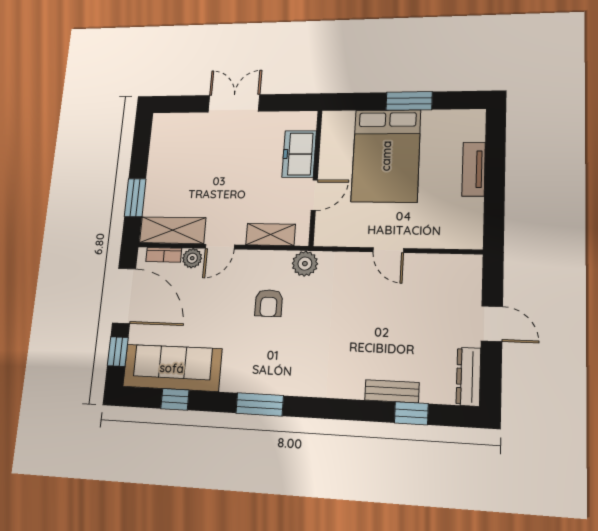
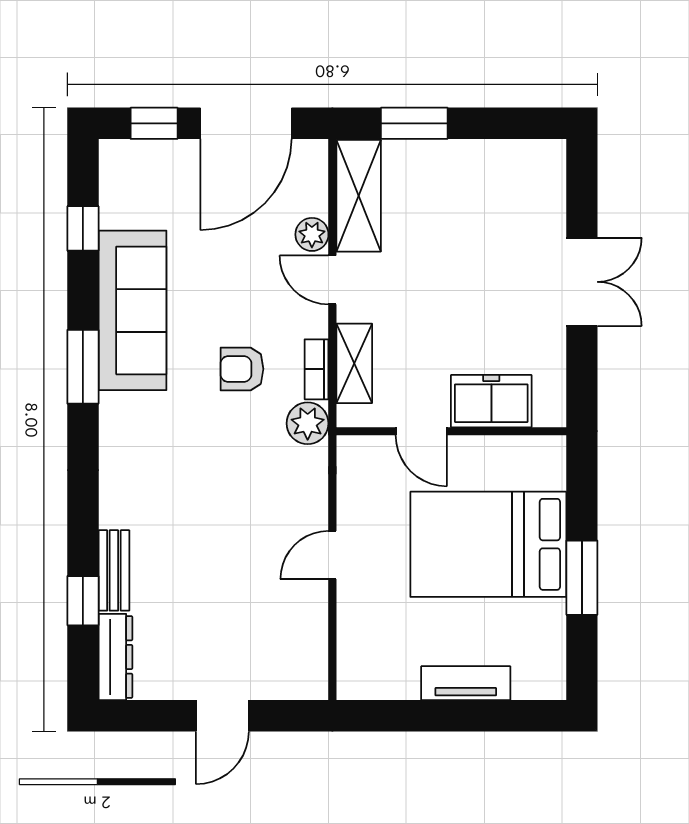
bookcase: (164, 255) -> (317, 369), moved
sofa: (172, 368) -> (132, 310), moved
dresser: (468, 377) -> (115, 657), moved, turned 90

